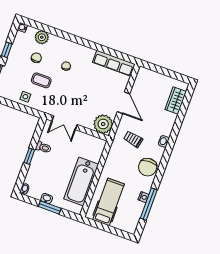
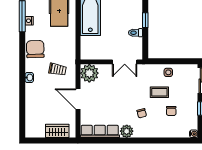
plant: (42, 37) -> (127, 131), moved
wardrobe: (176, 101) -> (57, 131), moved, turned -90
double door: (64, 123) -> (125, 62), swing flipped

